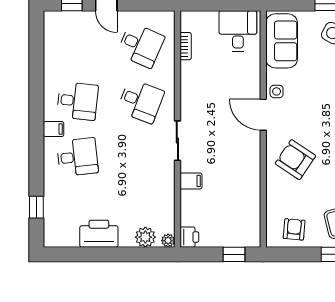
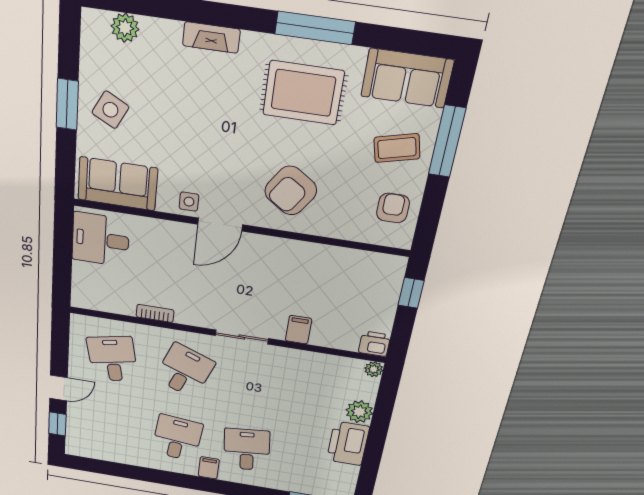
desk: (141, 45) -> (113, 359), turned -36
bookcase: (186, 46) -> (155, 313), moved
armchair: (294, 229) -> (393, 208), turned 85
plant: (145, 237) -> (359, 412), moved

